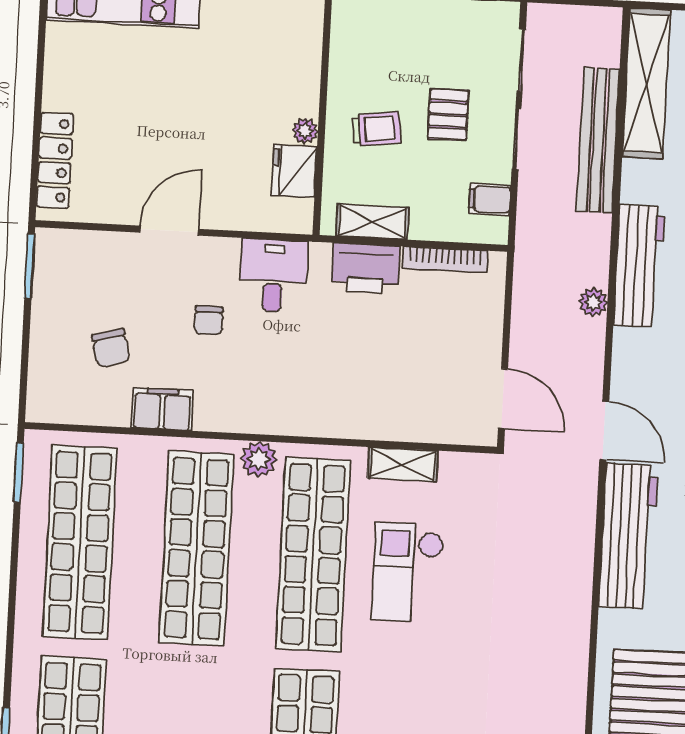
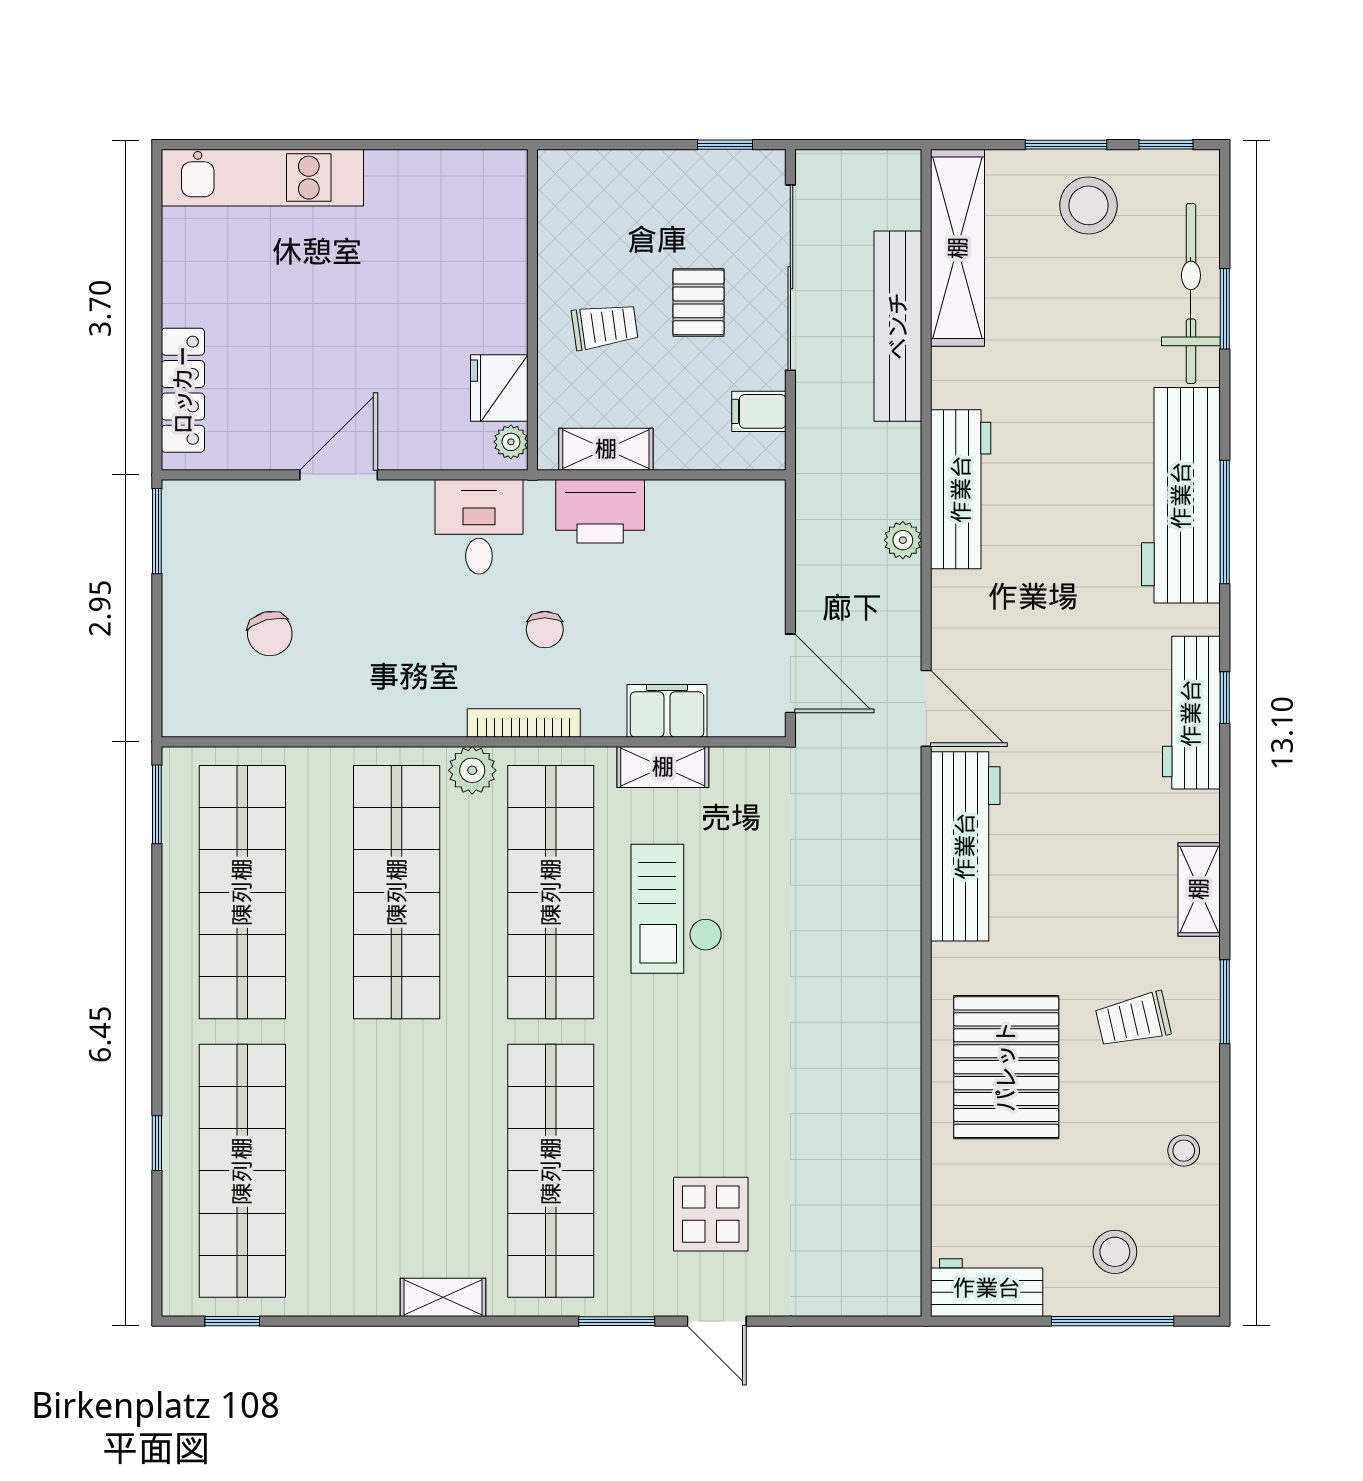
plant: (305, 131) -> (511, 442), moved
bookcase: (445, 259) -> (524, 723), moved, turned 180
chair: (209, 320) -> (545, 630), moved
filing cabinet: (162, 409) -> (667, 711), moved

